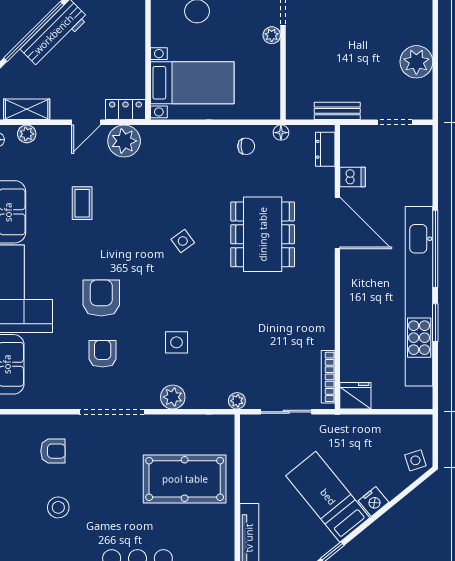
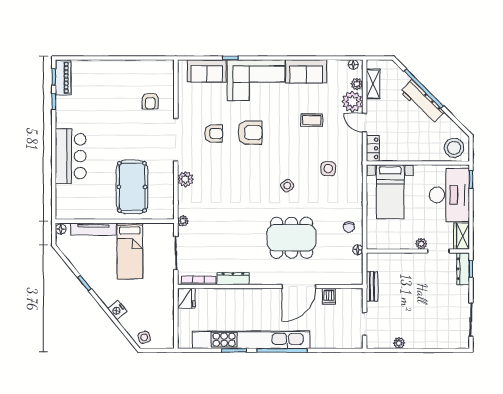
plant: (416, 62) -> (399, 343), width x0.53, depth x0.53
plant: (124, 141) -> (352, 102), moved
dresser: (325, 149) -> (233, 279), moved, width x1.44
side table: (176, 342) -> (328, 169), moved
bed: (328, 497) -> (130, 251), moved, turned 129
stool: (58, 507) -> (113, 105), removed

